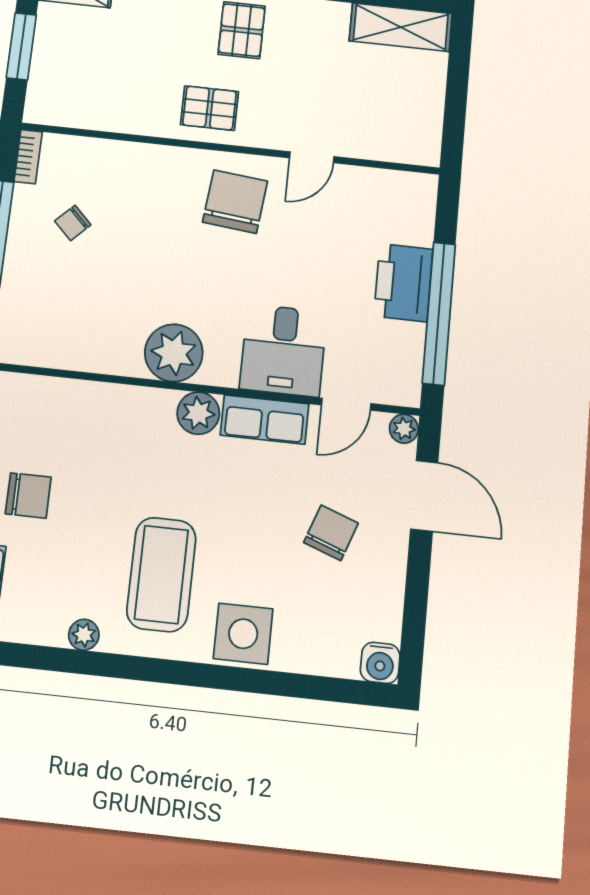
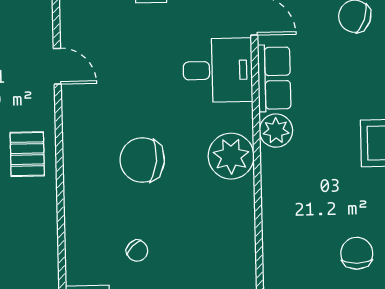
chair: (235, 202) -> (142, 160), moved

